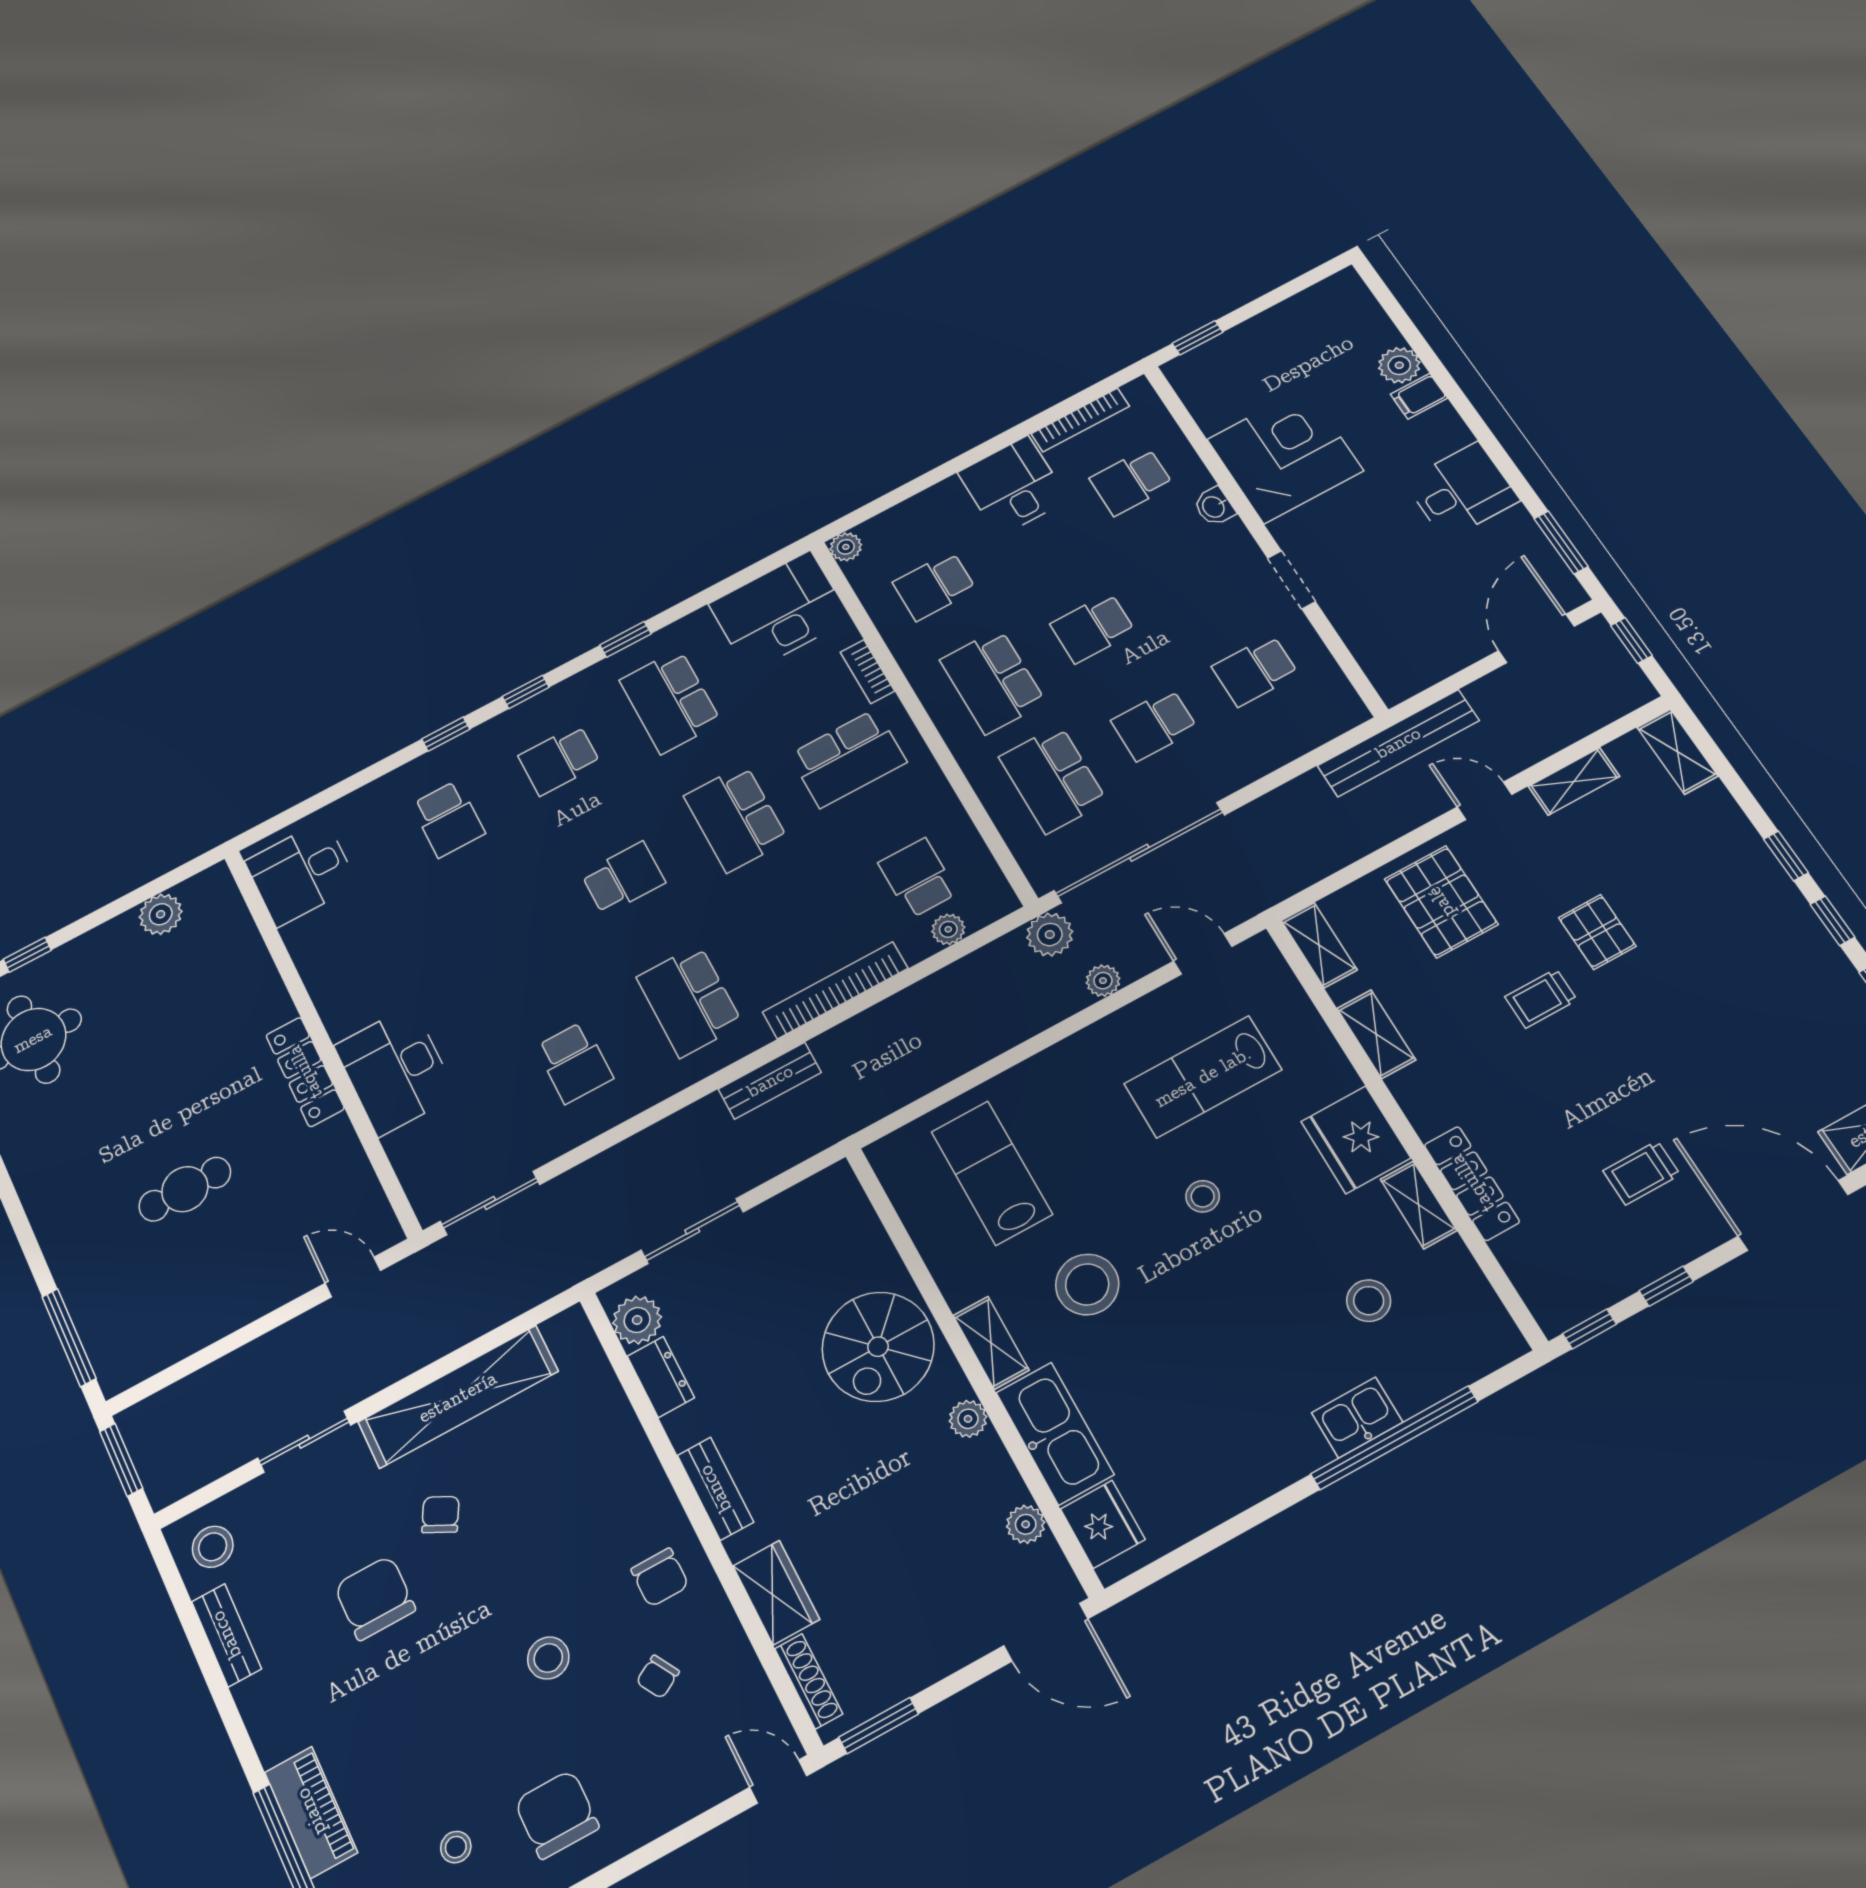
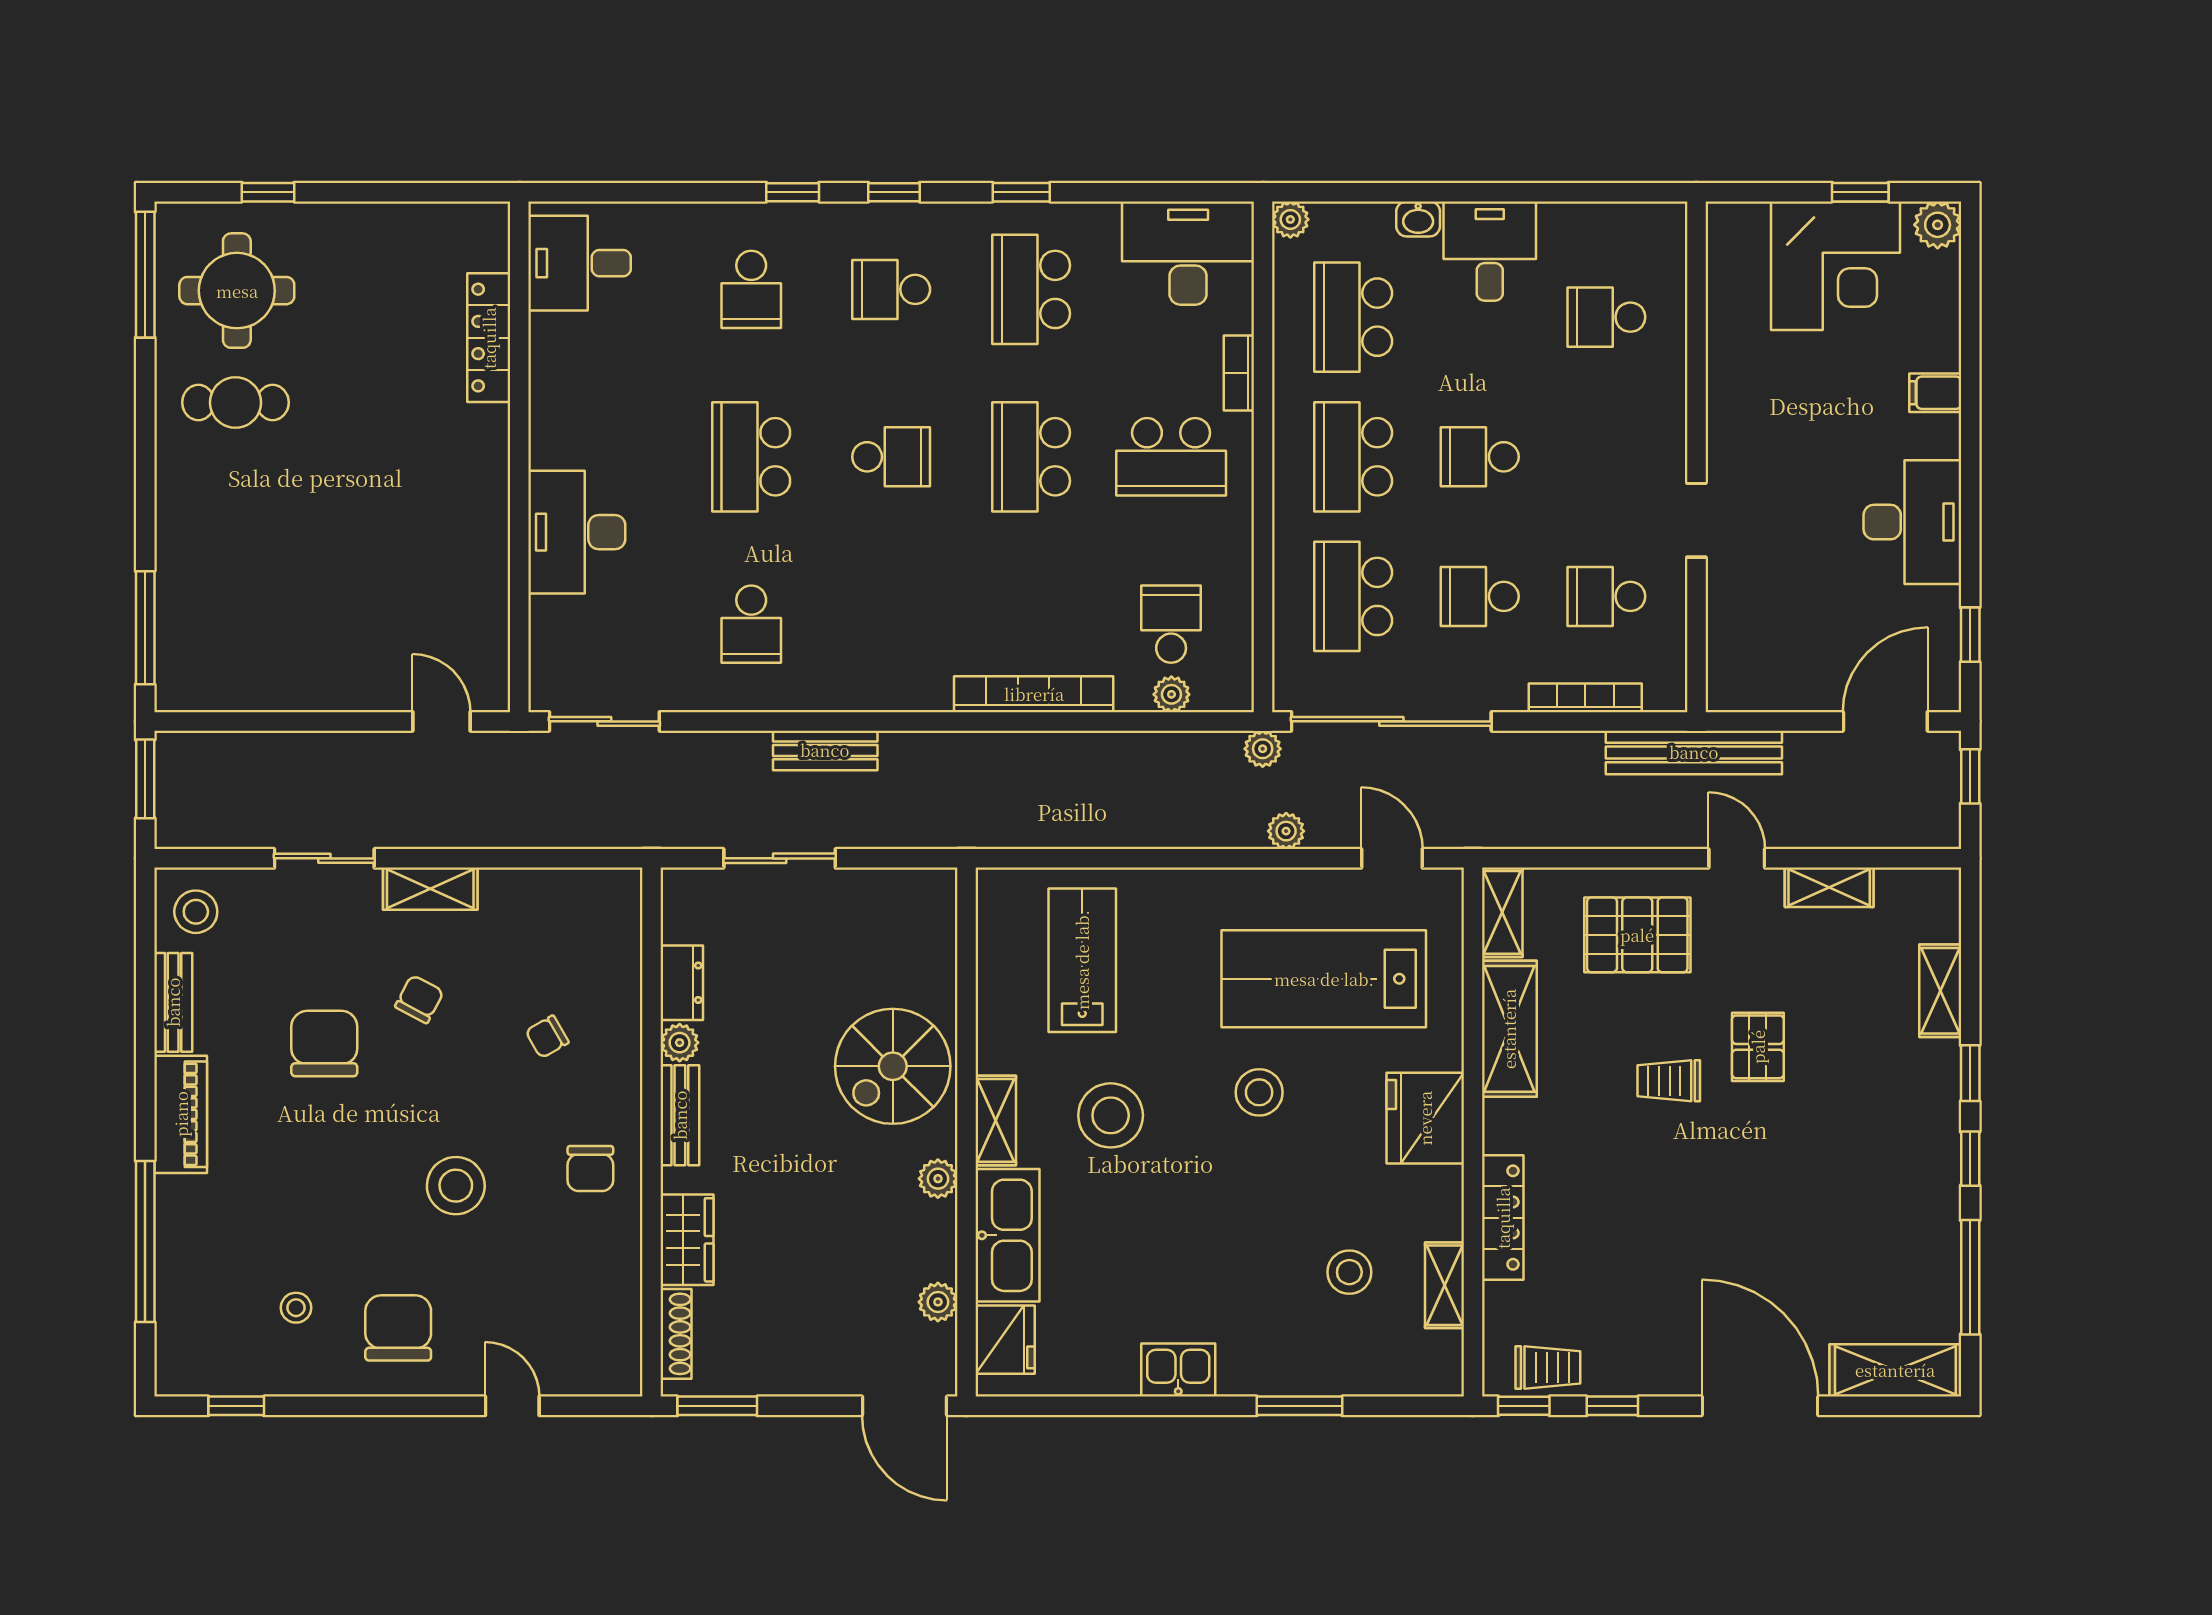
window: (1197, 338) -> (1860, 192), moved
plant: (1399, 365) -> (1938, 225), moved
bookcase: (1080, 420) -> (1585, 698), moved, turned 180
corner desk: (1285, 455) -> (1836, 266), moved, turned 90
desk: (1462, 491) -> (1912, 522), width x1.37
washbasin: (1214, 507) -> (1418, 219), moved, turned -90
window: (1561, 543) -> (1970, 635), width x0.67
school desk: (934, 586) -> (1353, 317), width x1.85
shelving: (1677, 752) -> (1940, 991), moved
pallet: (1441, 902) -> (1637, 935), turned 90
plant: (161, 914) -> (420, 226), removed
plant: (1050, 935) -> (1263, 749), width x0.73, depth x0.73
school desk: (689, 1001) -> (751, 457), moved
shelving: (1376, 1034) -> (1509, 1029), width x1.50, depth x1.33
locker: (305, 1072) -> (489, 338), moved
lab bench: (1203, 1077) -> (1324, 979), width x1.36, depth x1.39
bench: (770, 1081) -> (825, 750), moved
trolley: (1642, 1173) -> (1548, 1367), moved, turned 180
cafe table: (185, 1189) -> (235, 402), moved
stool: (1203, 1196) -> (1259, 1092), width x1.37, depth x1.37
shelving: (1418, 1205) -> (1444, 1285), moved
plant: (637, 1320) -> (680, 1043), moved, width x0.73, depth x0.73
shelving: (458, 1397) -> (430, 889), width x0.45, depth x0.75
kitchen sink: (1357, 1417) -> (1178, 1370), moved
window: (1394, 1438) -> (1299, 1406), width x0.47
stool: (548, 1658) -> (456, 1186), width x1.38, depth x1.38
chair: (658, 1677) -> (547, 1037), moved
door: (778, 1781) -> (512, 1406), moved
piano: (311, 1812) -> (181, 1114), moved

